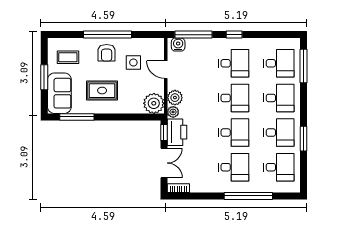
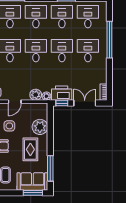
window: (44, 77) -> (33, 193), moved
plant: (154, 103) -> (40, 127), moved

